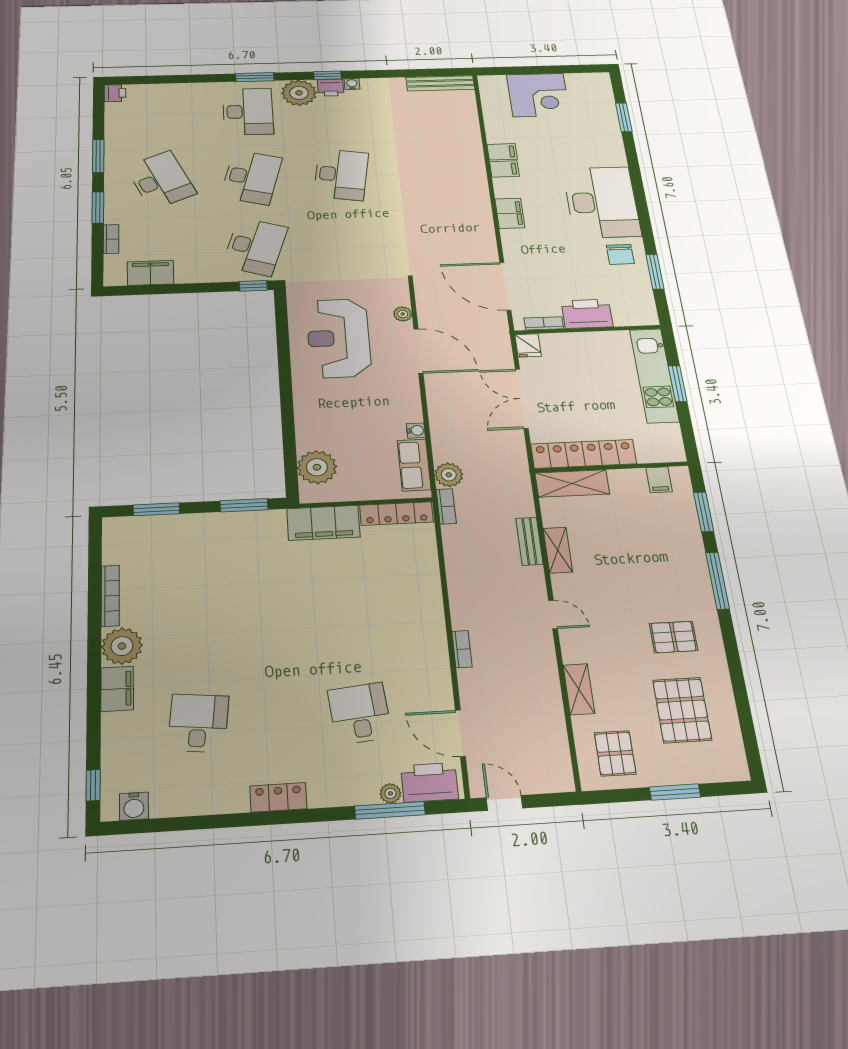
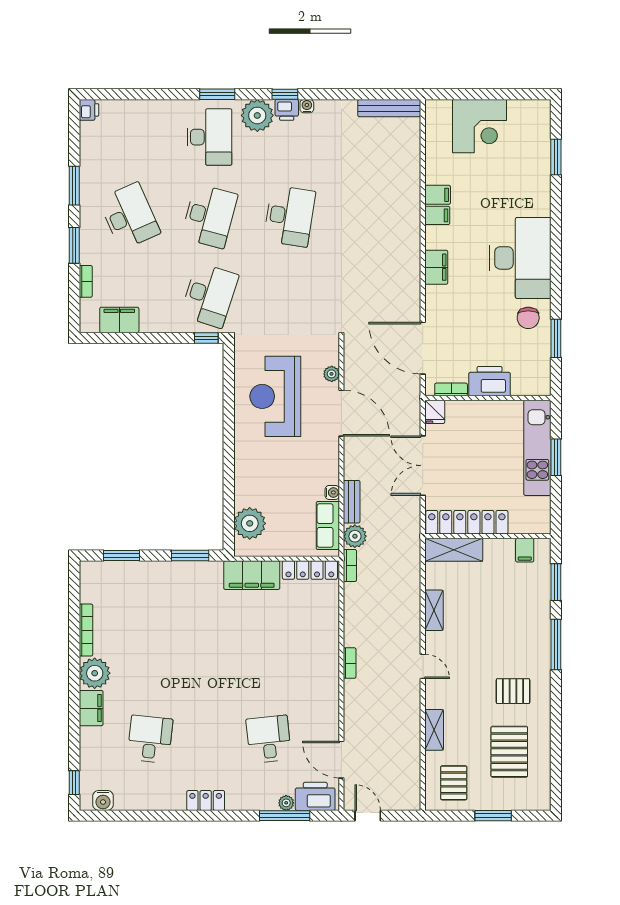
bench: (529, 541) -> (352, 502), moved
bookcase: (462, 649) -> (350, 663), moved

